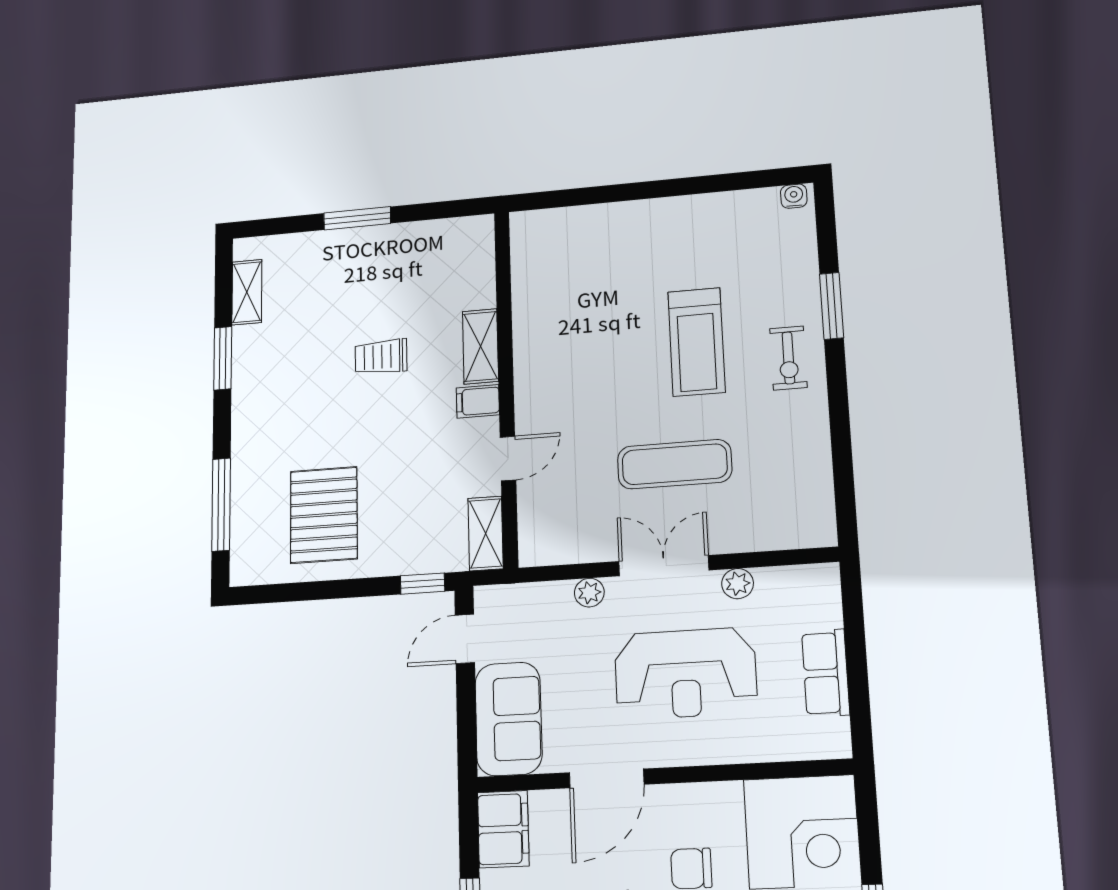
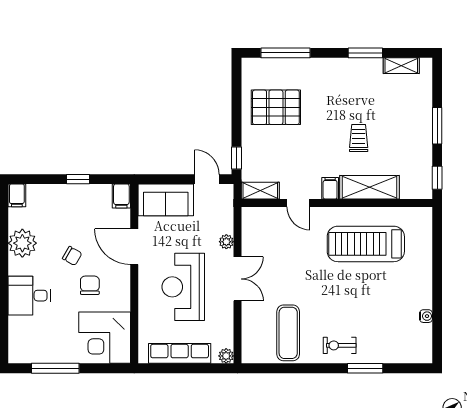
water cooler: (794, 196) -> (426, 316), moved
window: (454, 209) -> (437, 178), added
treadmill: (696, 342) -> (366, 244), moved, width x1.37, depth x1.38
shelving: (480, 346) -> (370, 187), width x1.50, depth x1.33
exercise mat: (675, 464) -> (288, 333), moved
plant: (738, 584) -> (226, 356), moved
row of seats: (826, 673) -> (180, 353), width x1.48
filing cabinet: (503, 829) -> (121, 196), width x0.50

